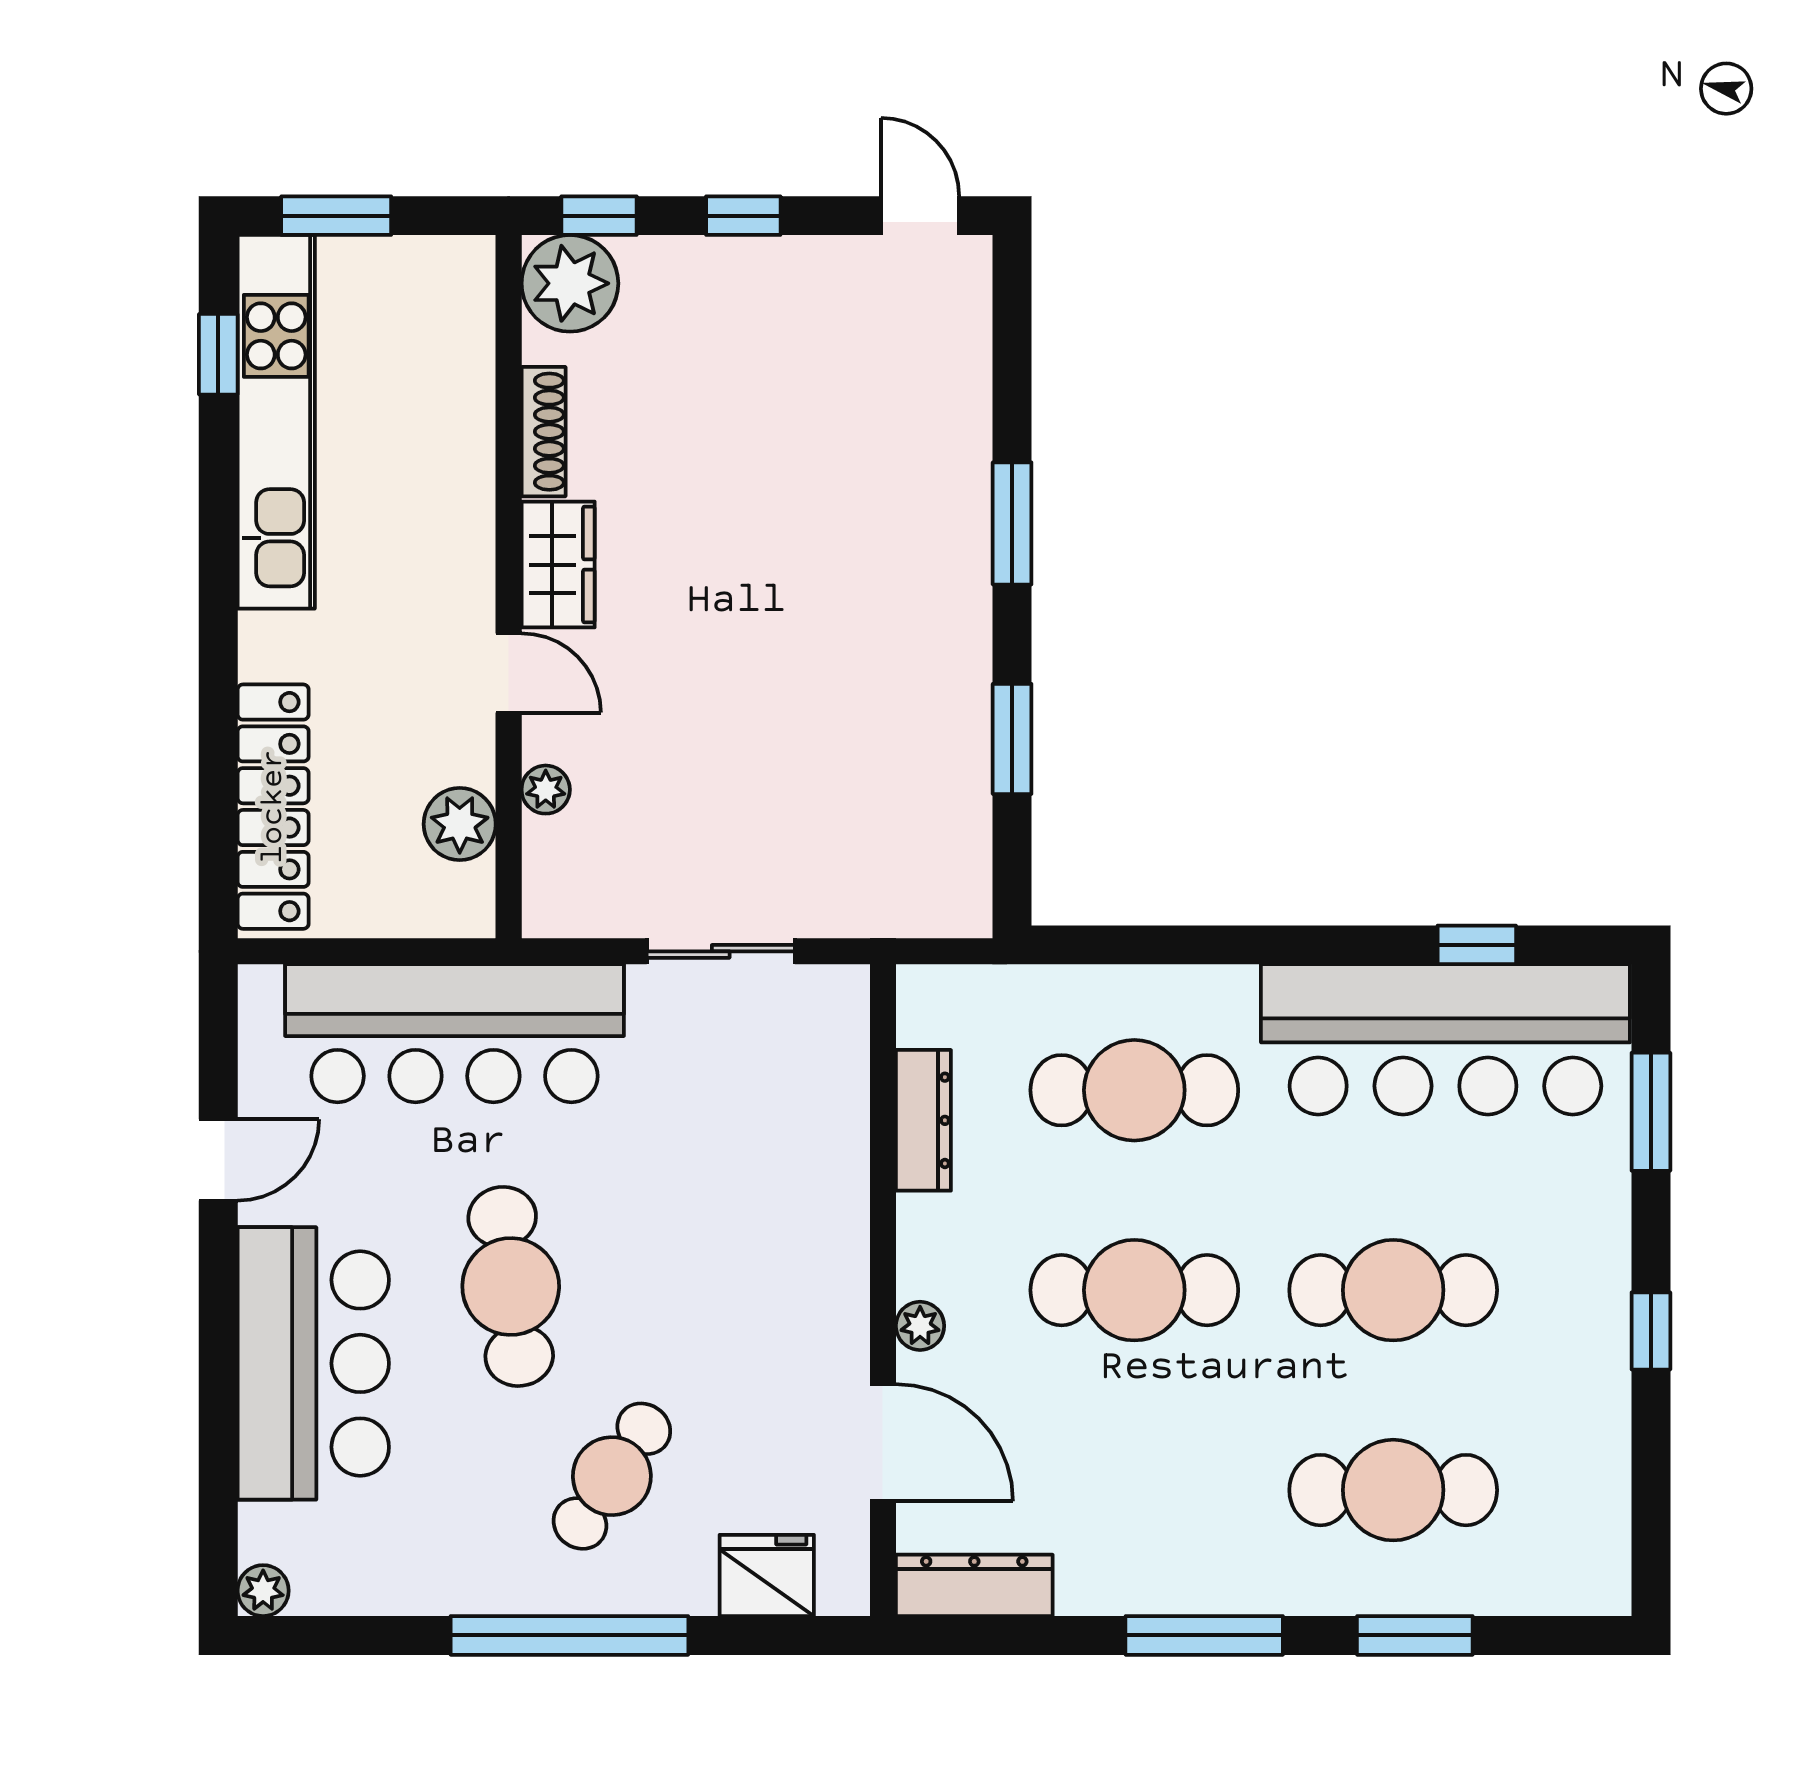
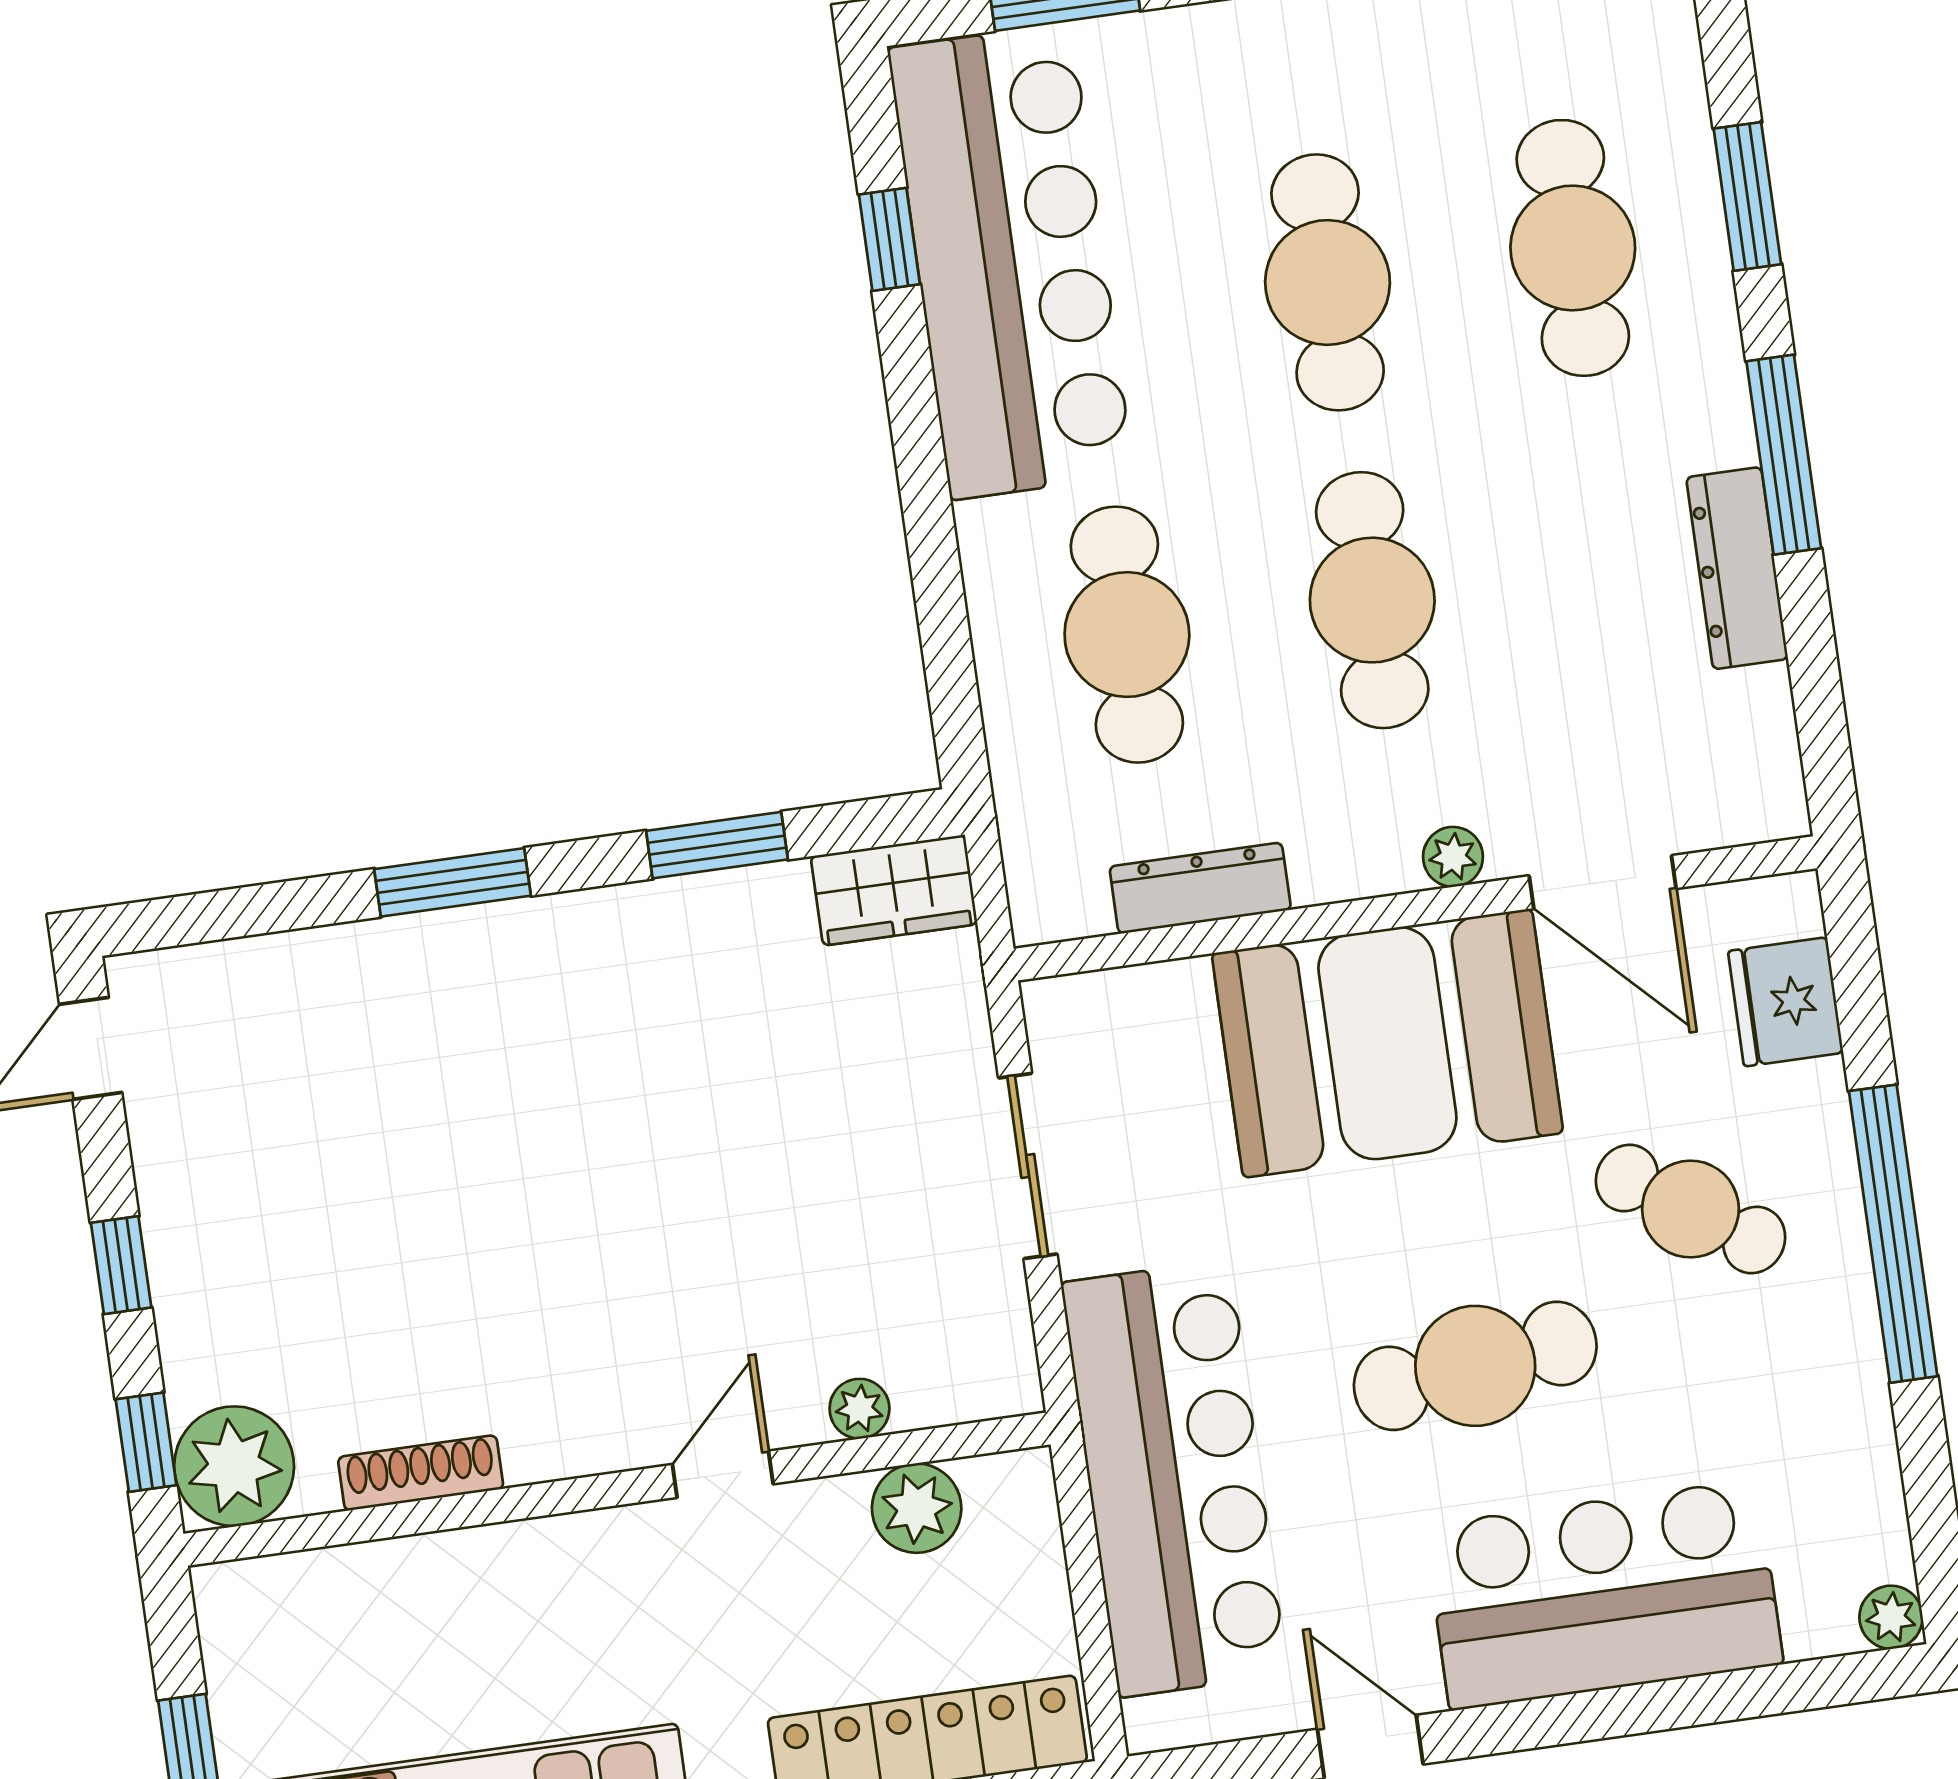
wardrobe: (558, 565) -> (894, 890), moved, turned 180
booth: (778, 1253) -> (1387, 1043), added
door: (883, 1443) -> (1603, 882), swing flipped
dresser: (974, 1585) -> (1737, 568), moved

